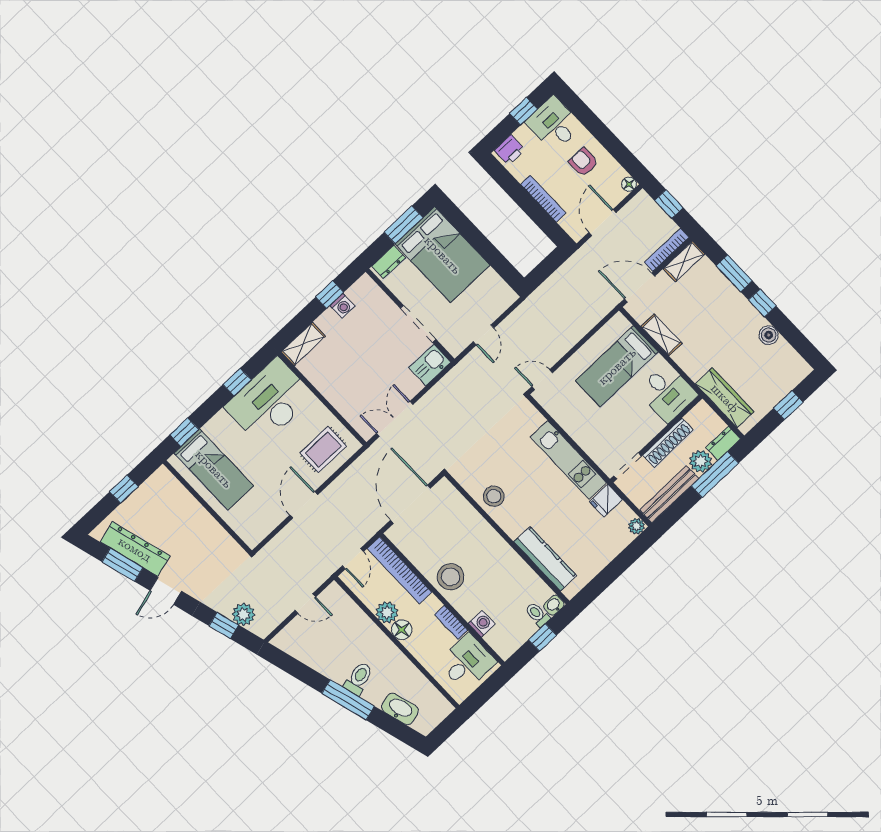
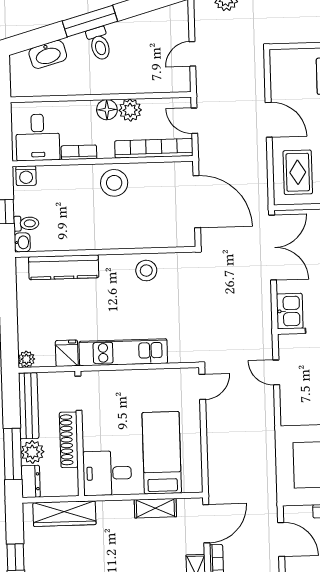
double door: (395, 419) -> (273, 247), width x1.37
washing machine: (482, 624) -> (26, 176), moved

